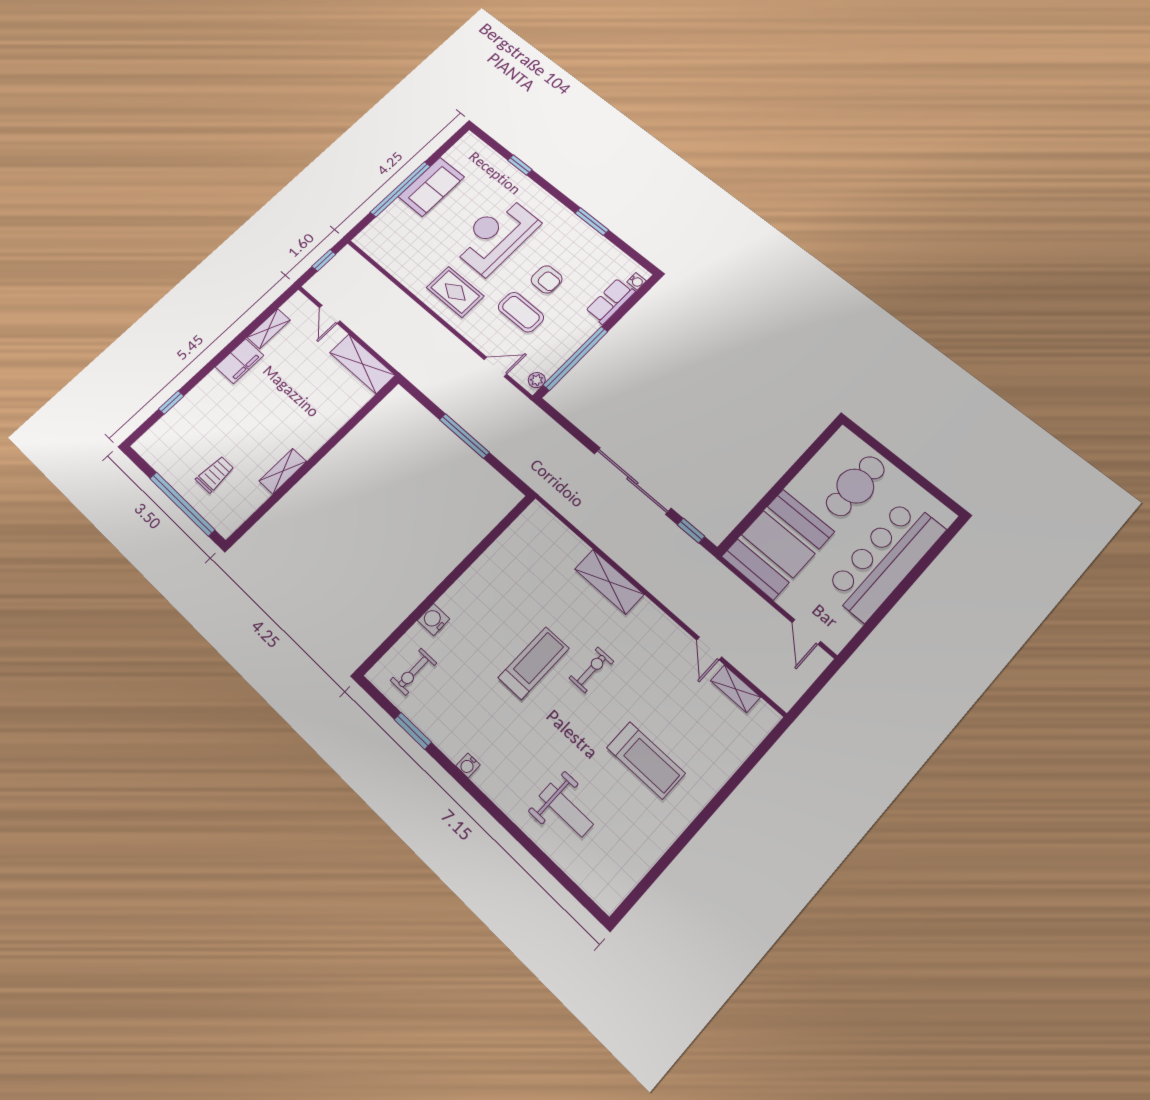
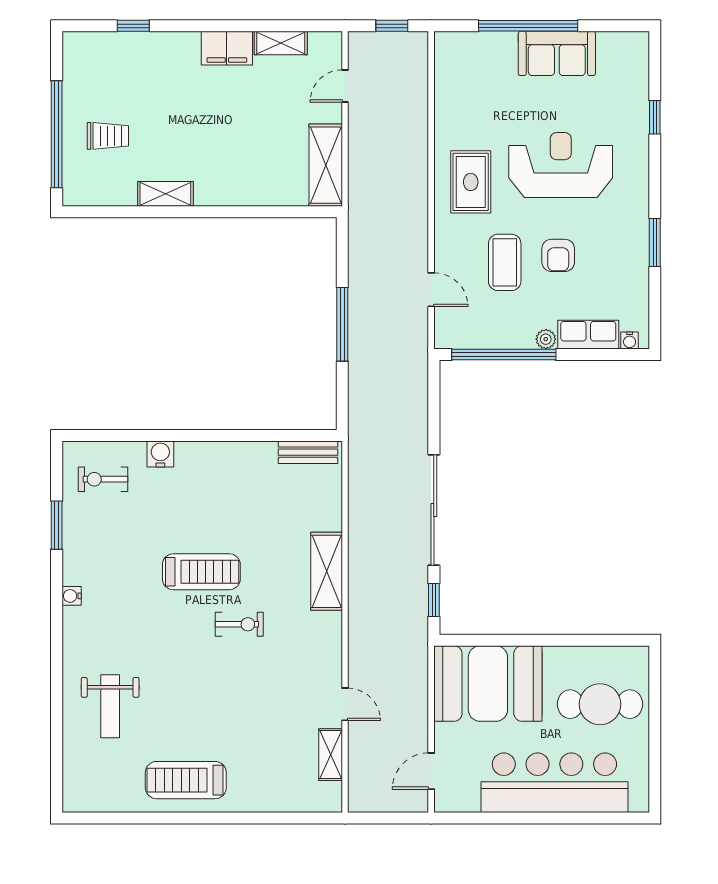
plant: (537, 380) -> (546, 339), moved
bench: (522, 526) -> (308, 452), added
door: (709, 648) -> (345, 704), swing flipped
treadmill: (646, 760) -> (186, 780), moved, turned 90

